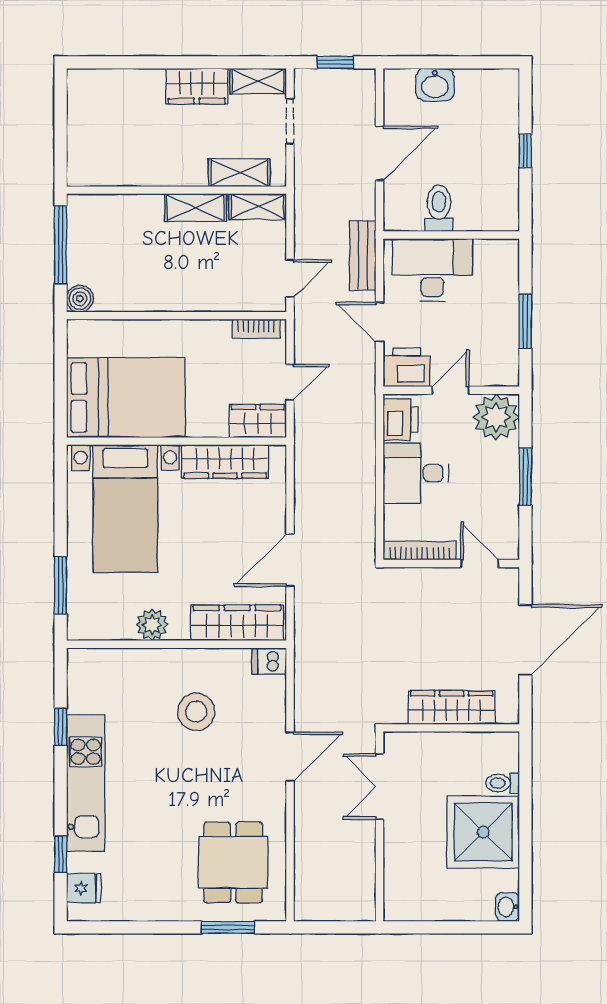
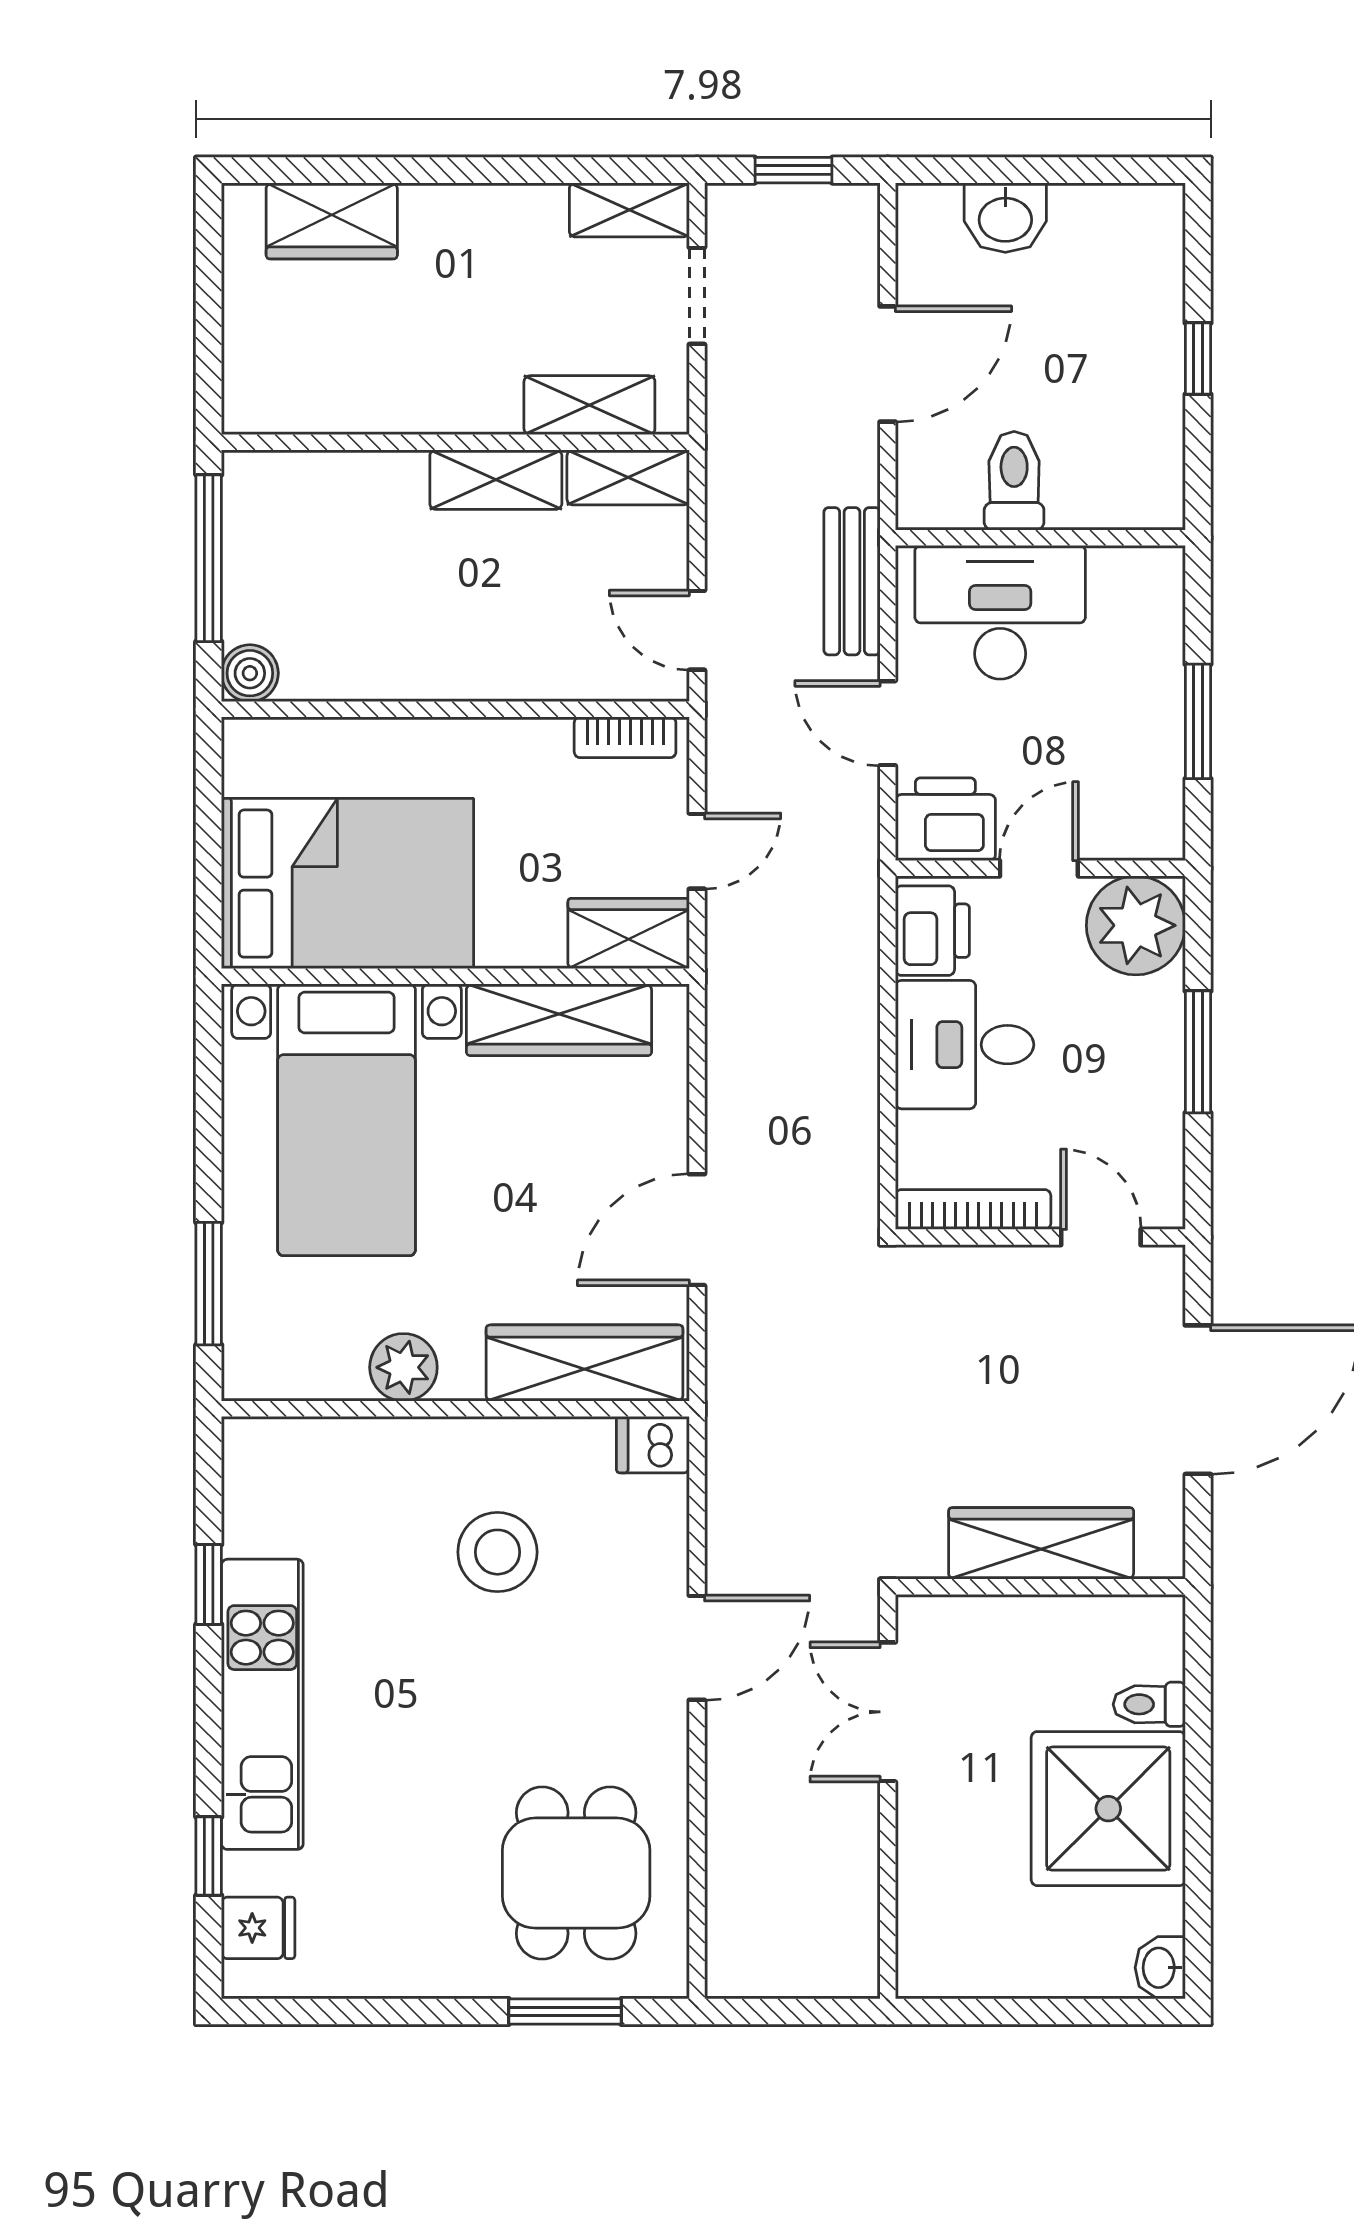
wardrobe: (197, 86) -> (332, 221), moved
door: (290, 278) -> (697, 630), swing flipped

